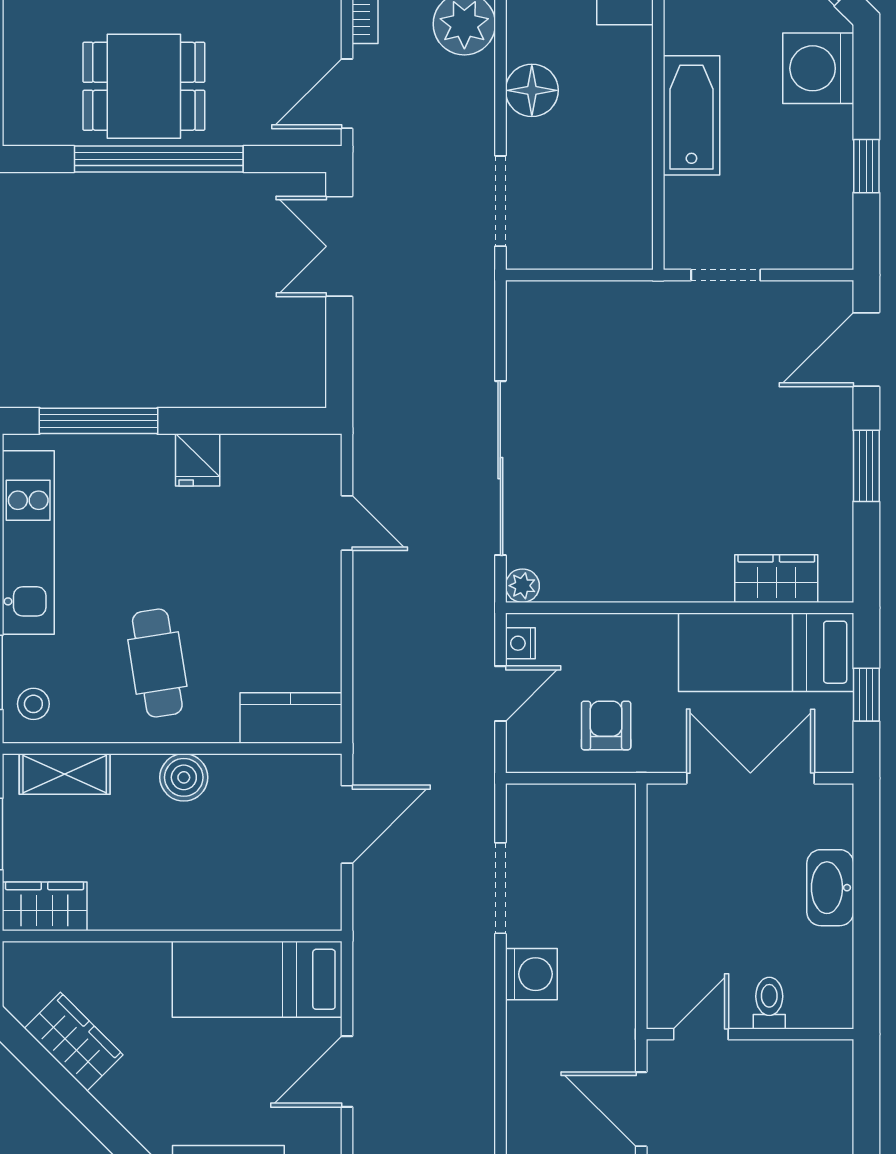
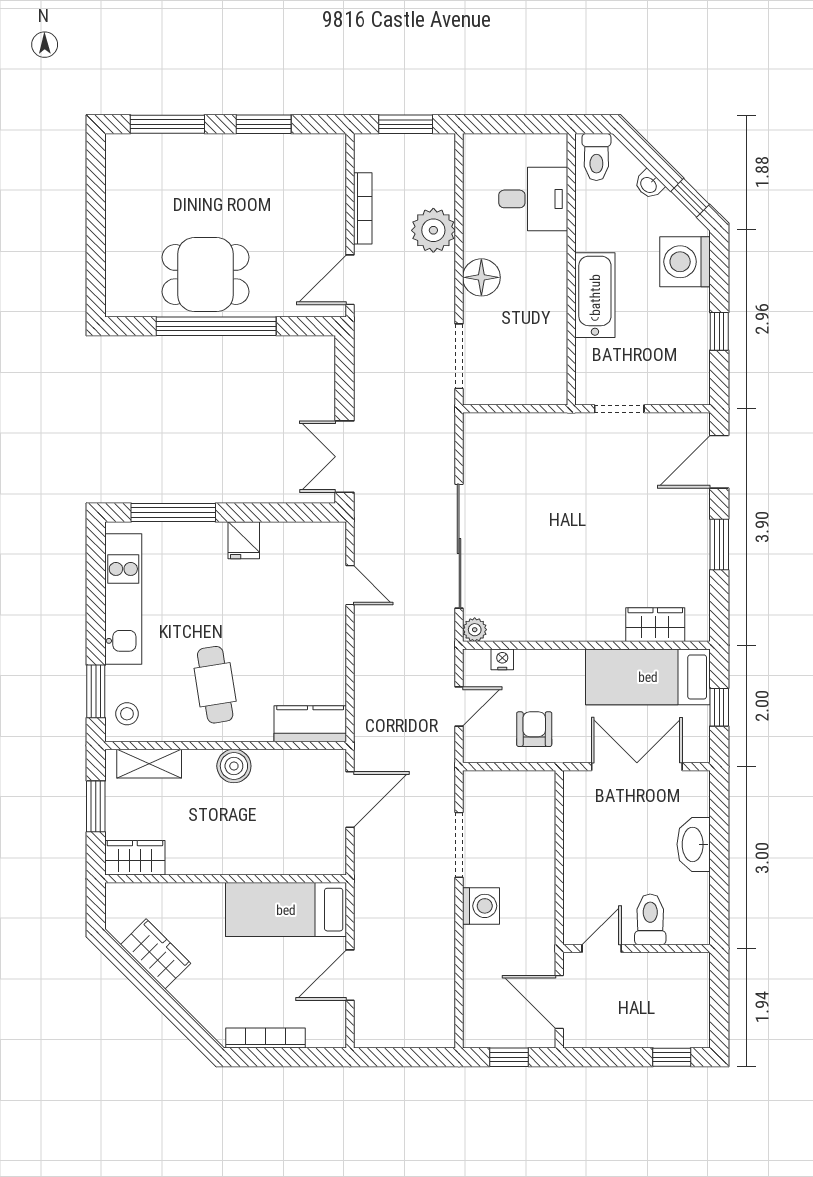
double door: (339, 246) -> (344, 457), moved
nightstand: (520, 643) -> (502, 659), moved, turned 90
toilet: (769, 1003) -> (650, 919), width x1.37, depth x1.39

